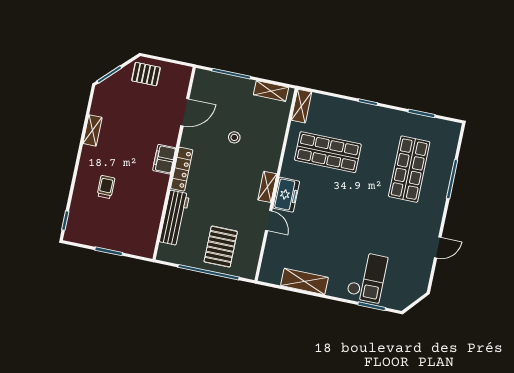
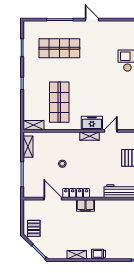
locker: (182, 169) -> (76, 193), moved
trolley: (106, 187) -> (99, 254), moved
door: (438, 247) -> (92, 20), moved

